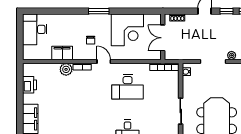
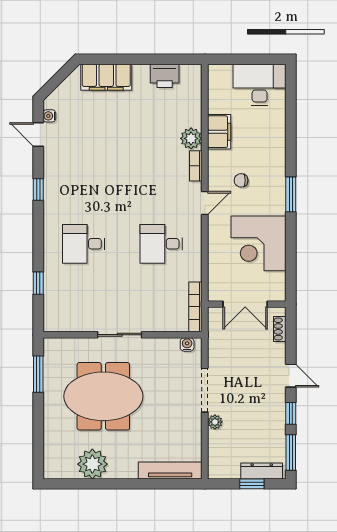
double door: (163, 38) -> (245, 304), swing flipped
desk: (128, 87) -> (161, 244), width x0.73

